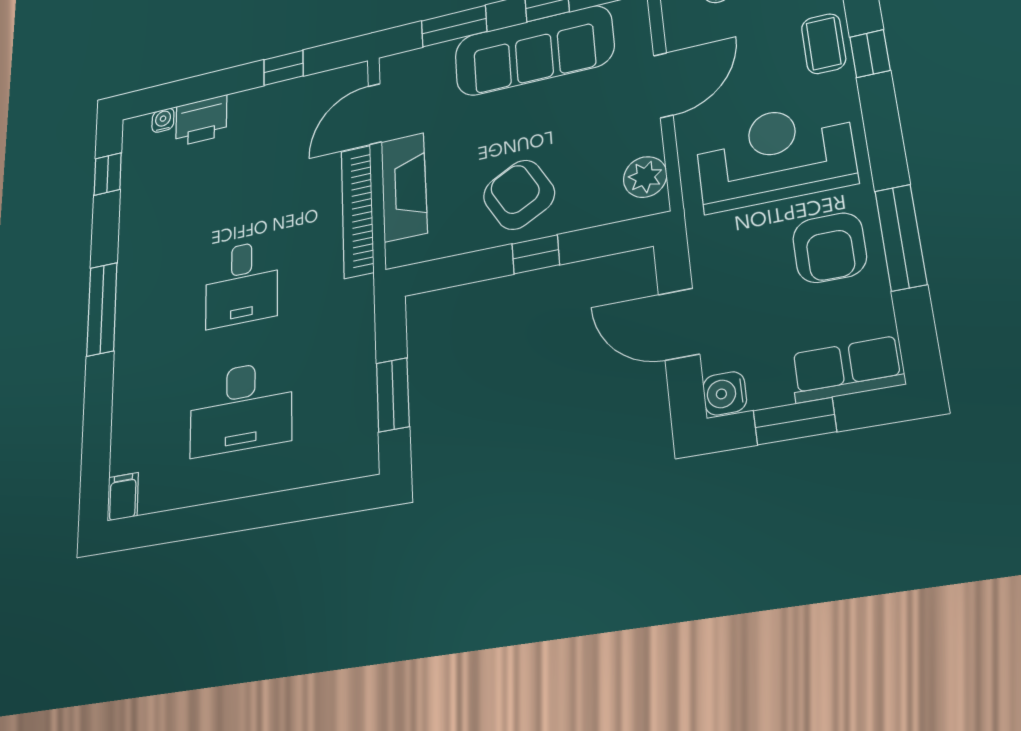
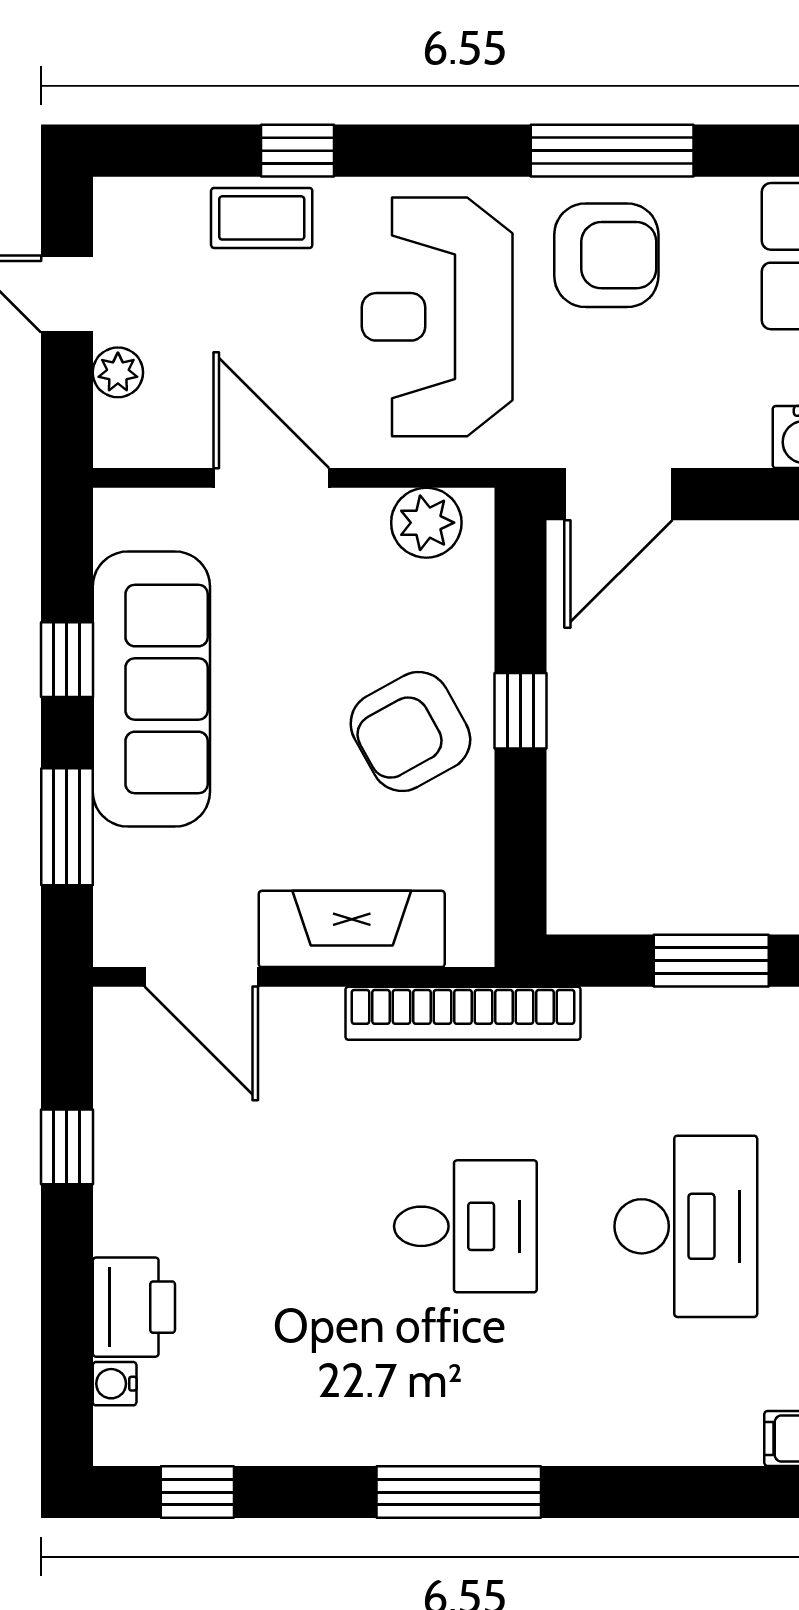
bookcase: (357, 211) -> (463, 1013), moved
door: (679, 324) -> (618, 494), moved

